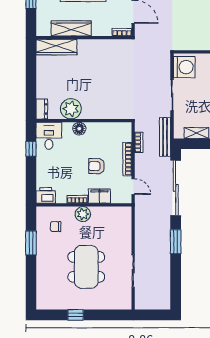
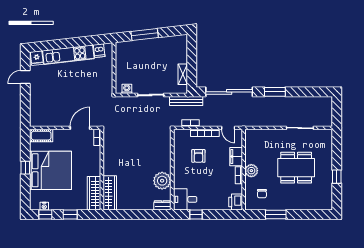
wardrobe: (71, 28) -> (94, 193), moved
washing machine: (184, 67) -> (127, 89), width x0.53, depth x0.53
floor lamp: (79, 129) -> (179, 174), removed
armchair: (97, 166) -> (198, 156), moved
door: (133, 187) -> (228, 128), swing flipped

